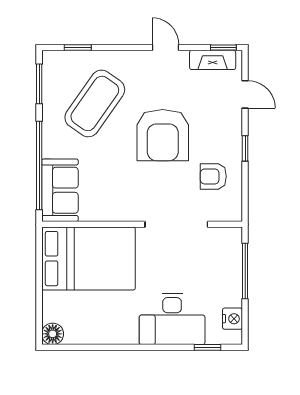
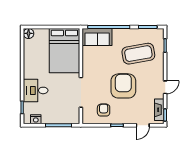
coffee table: (95, 103) -> (138, 54), turned -45
armchair: (163, 135) -> (123, 86), turned 90
desk: (172, 319) -> (36, 90), width x0.73

